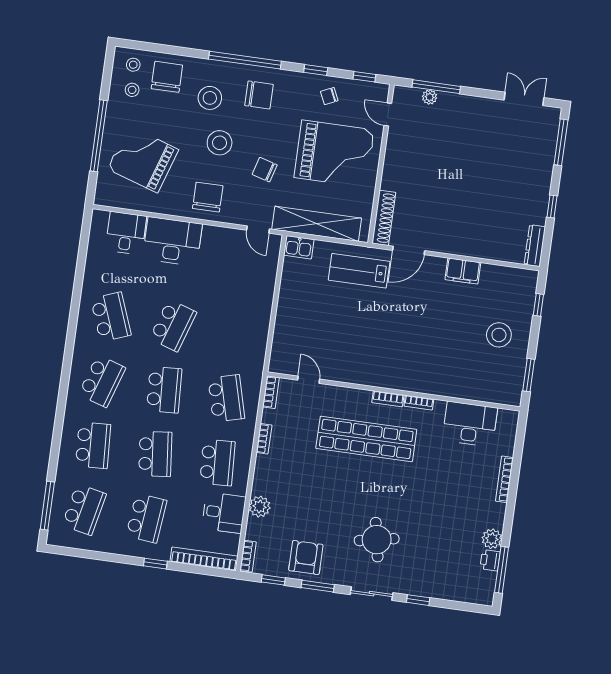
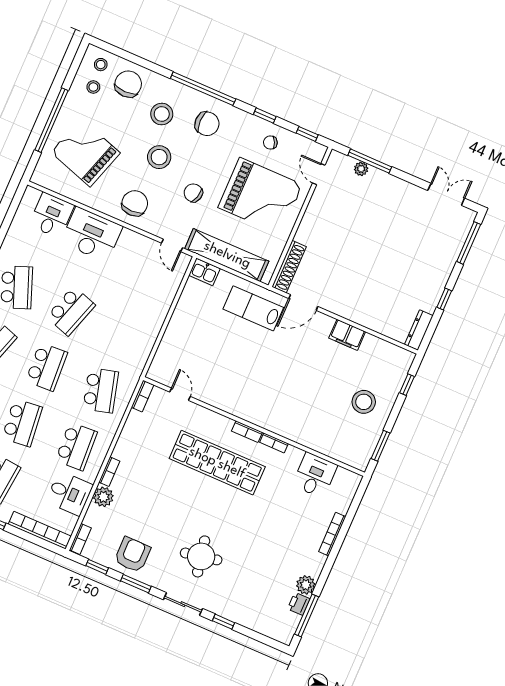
desk: (470, 424) -> (315, 475), width x0.73
bookcase: (264, 439) -> (109, 472), moved

